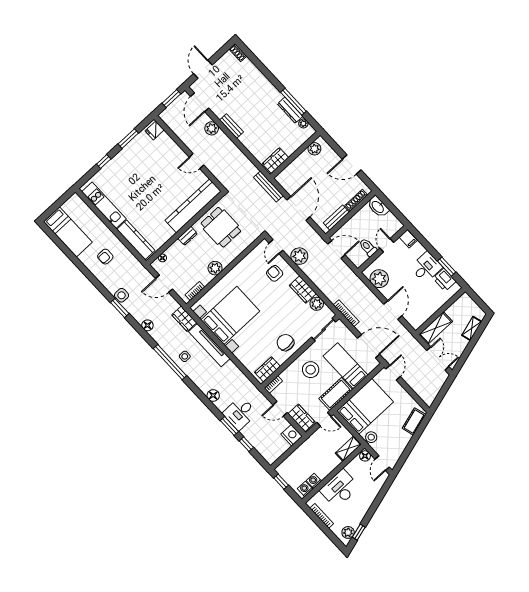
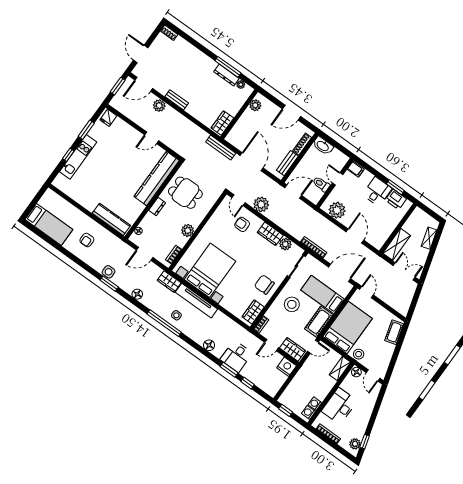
door: (200, 102) -> (144, 84), hinge flipped
kitchen unit: (104, 205) -> (78, 157), moved, turned 90

